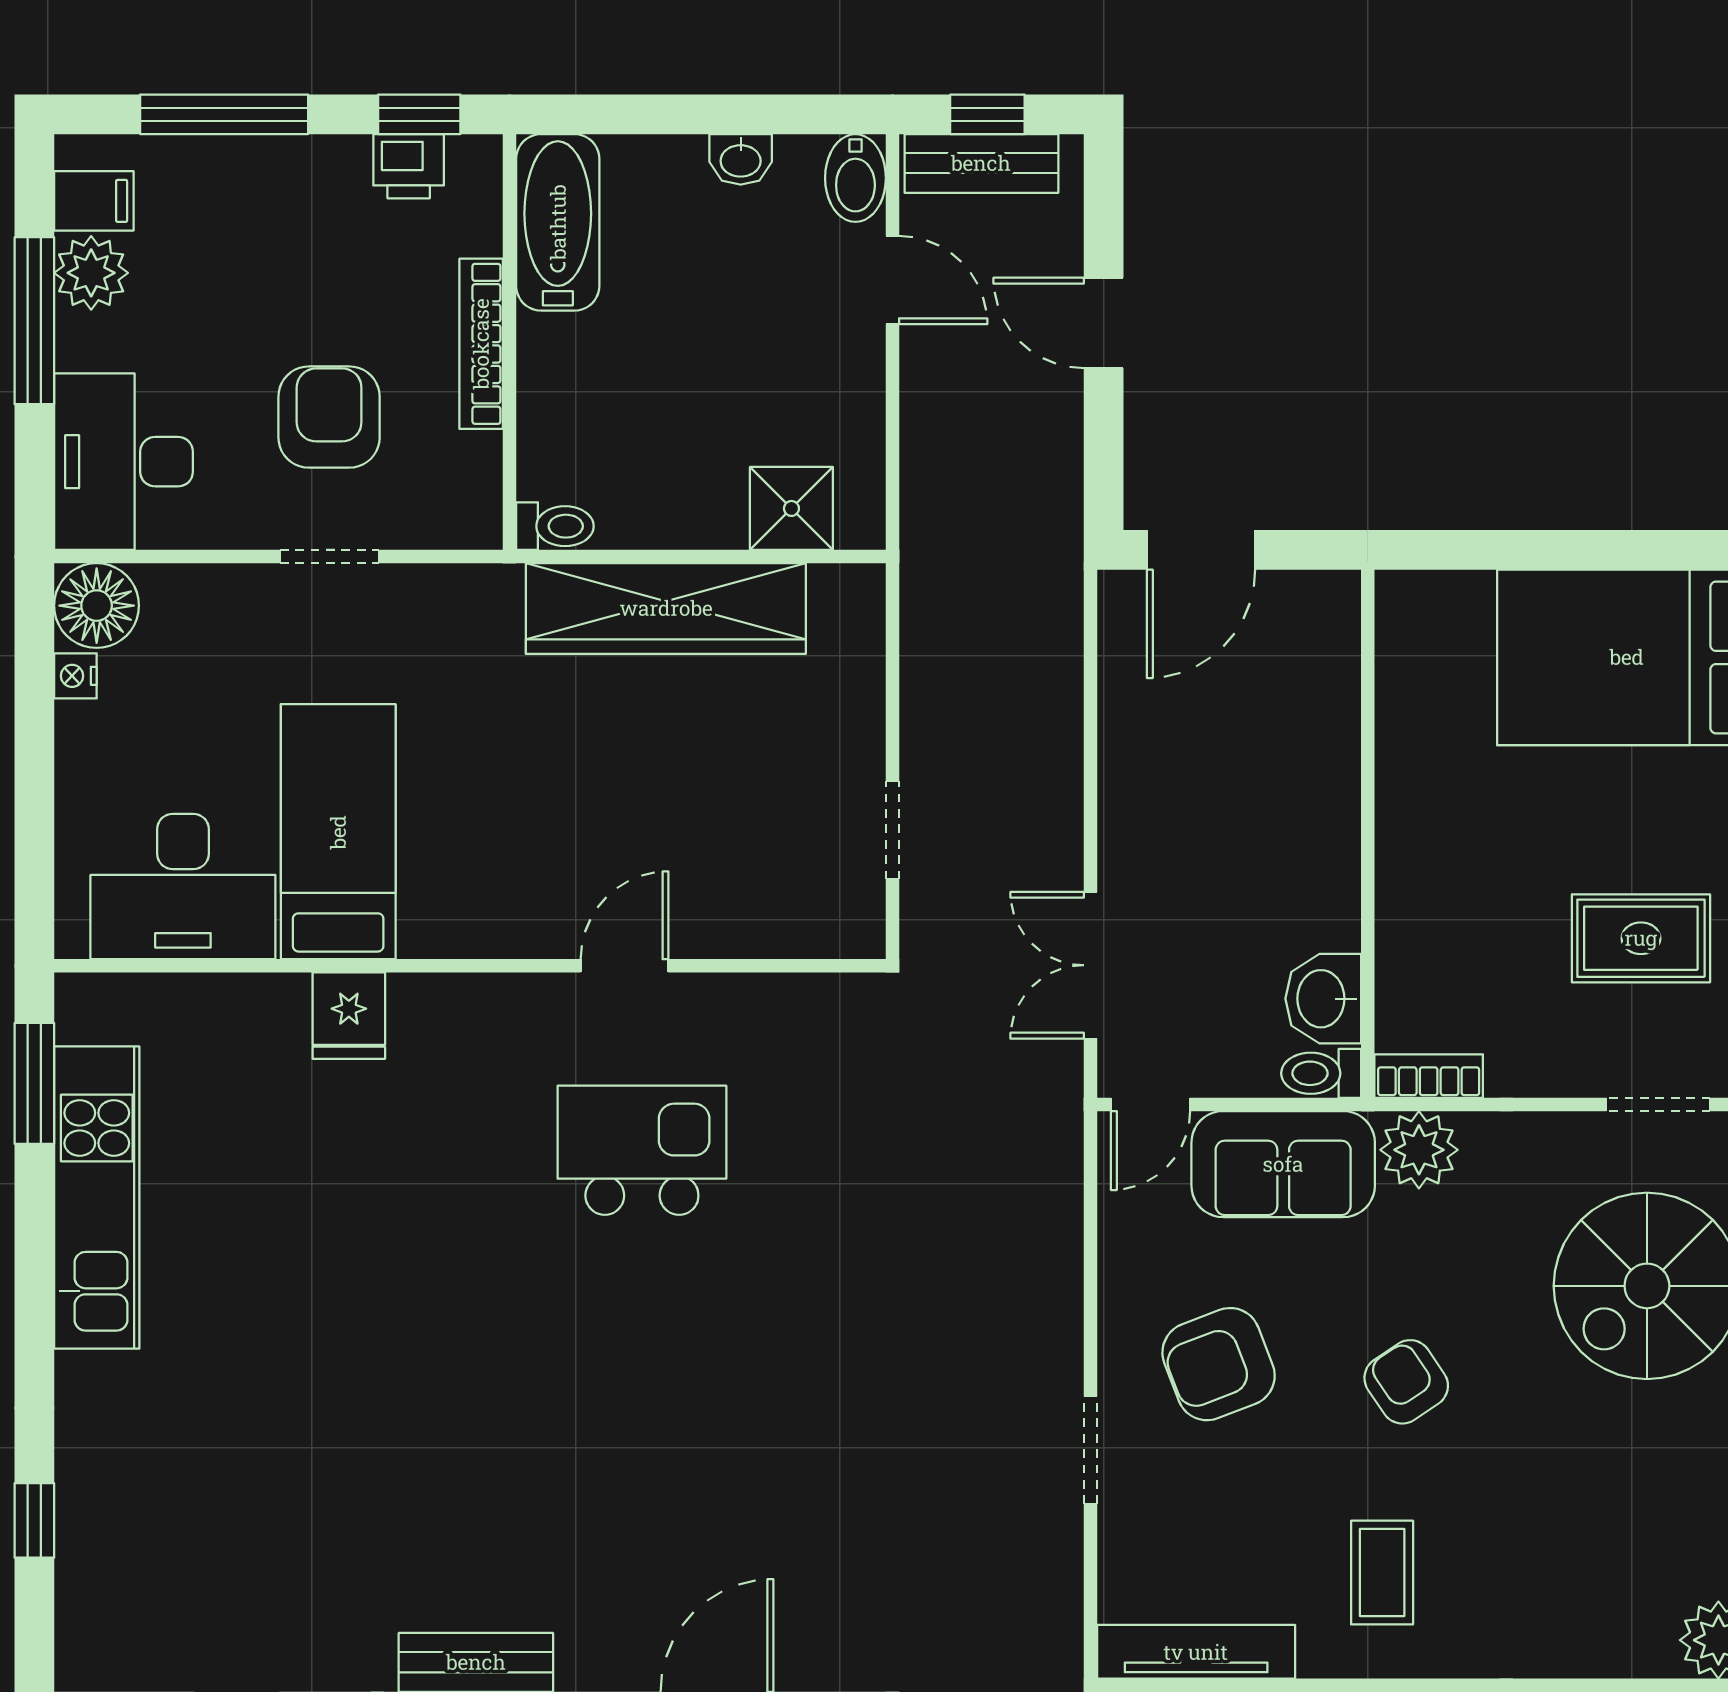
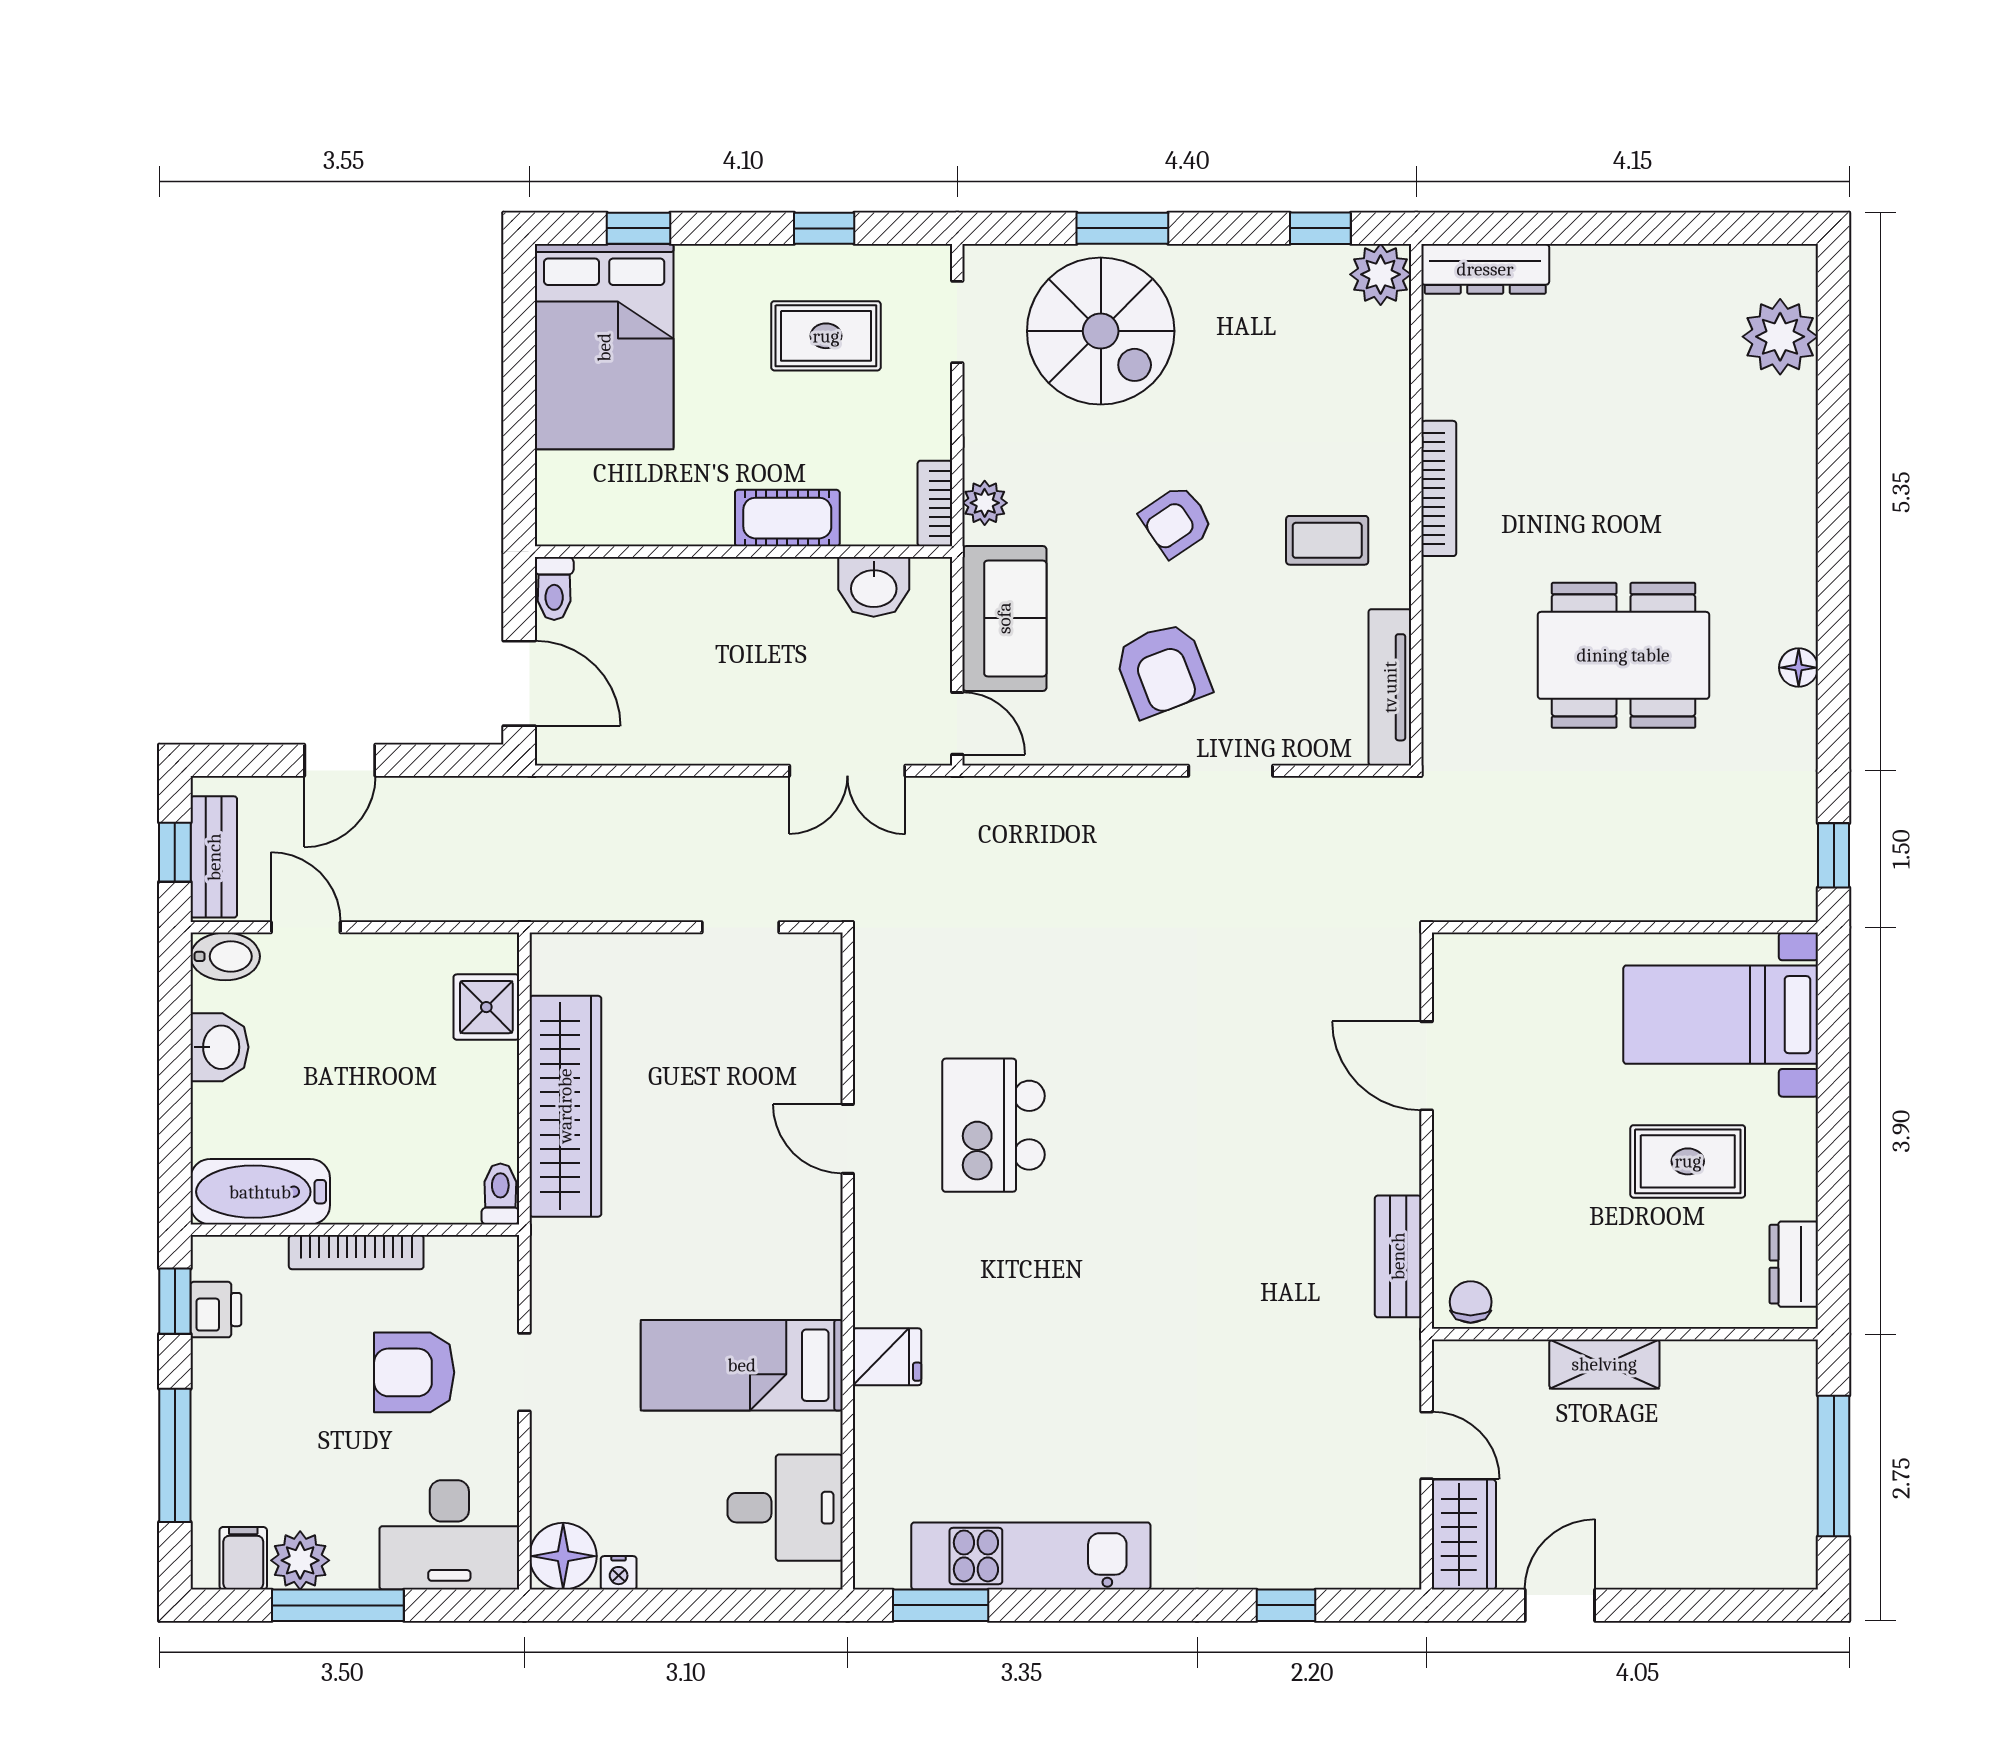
washbasin: (741, 159) -> (219, 1047), width x1.38, depth x1.45
door: (892, 280) -> (306, 927), hinge flipped
desk: (183, 887) -> (785, 1508), width x0.73
cot: (1410, 889) -> (787, 518), added
rug: (1641, 938) -> (826, 336), turned 90
toilet: (1321, 1073) -> (554, 588), moved
plant: (1419, 1150) -> (985, 503), width x0.73, depth x0.73

